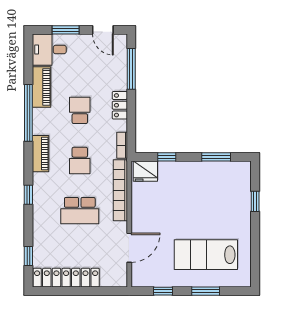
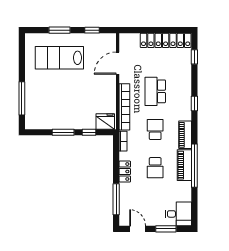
piano: (41, 87) -> (184, 165), moved
window: (216, 157) -> (63, 132), moved
window: (255, 201) -> (22, 98), width x2.17
school desk: (80, 211) -> (155, 91), turned -90
lab bench: (206, 255) -> (59, 58), turned 180

